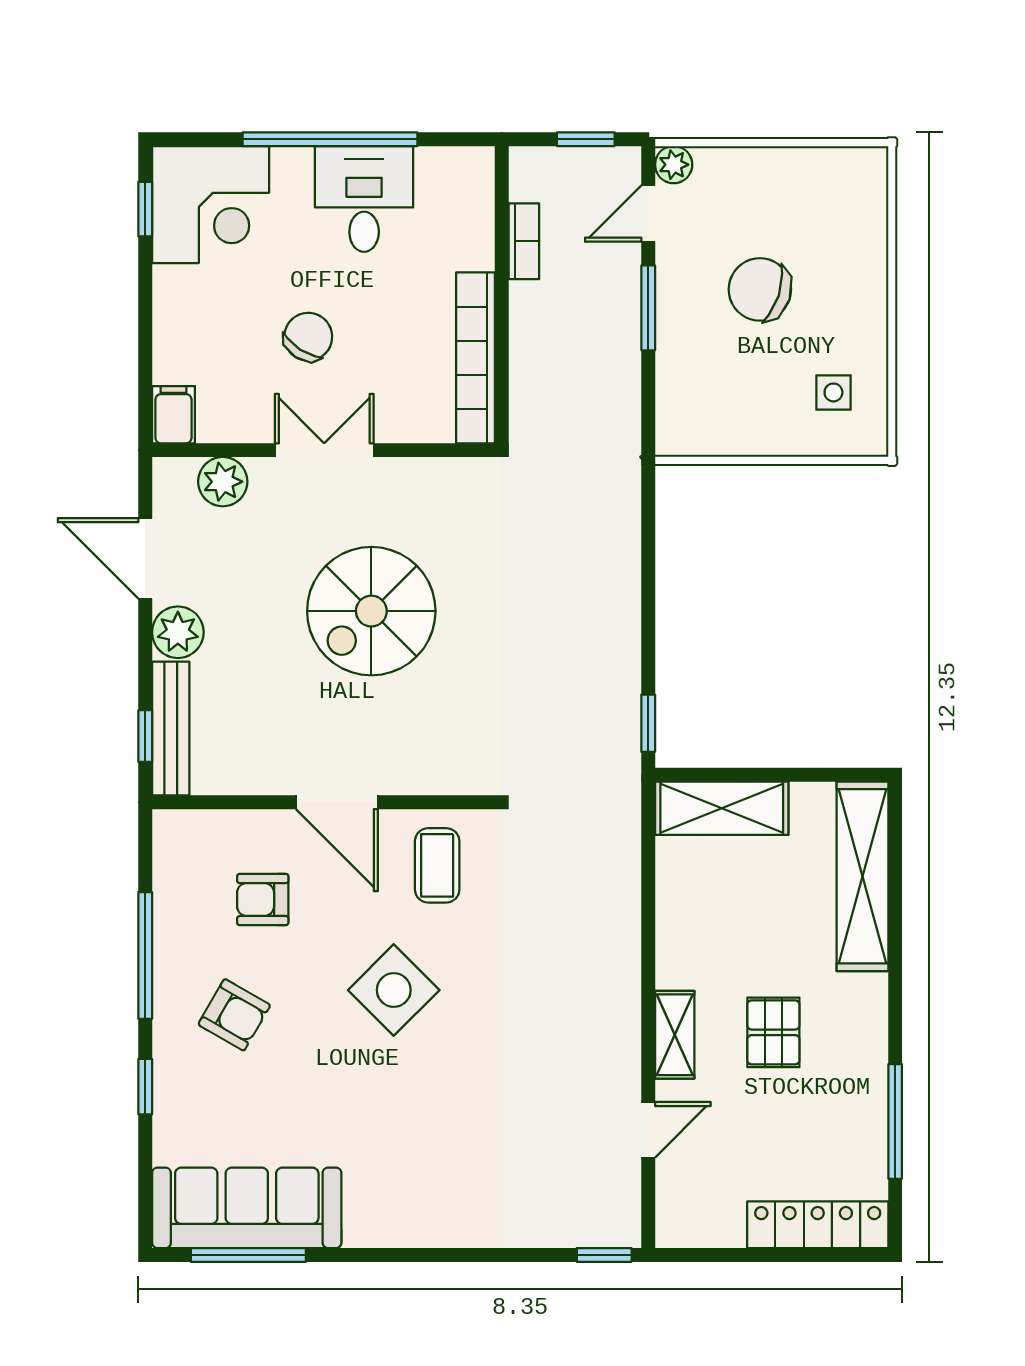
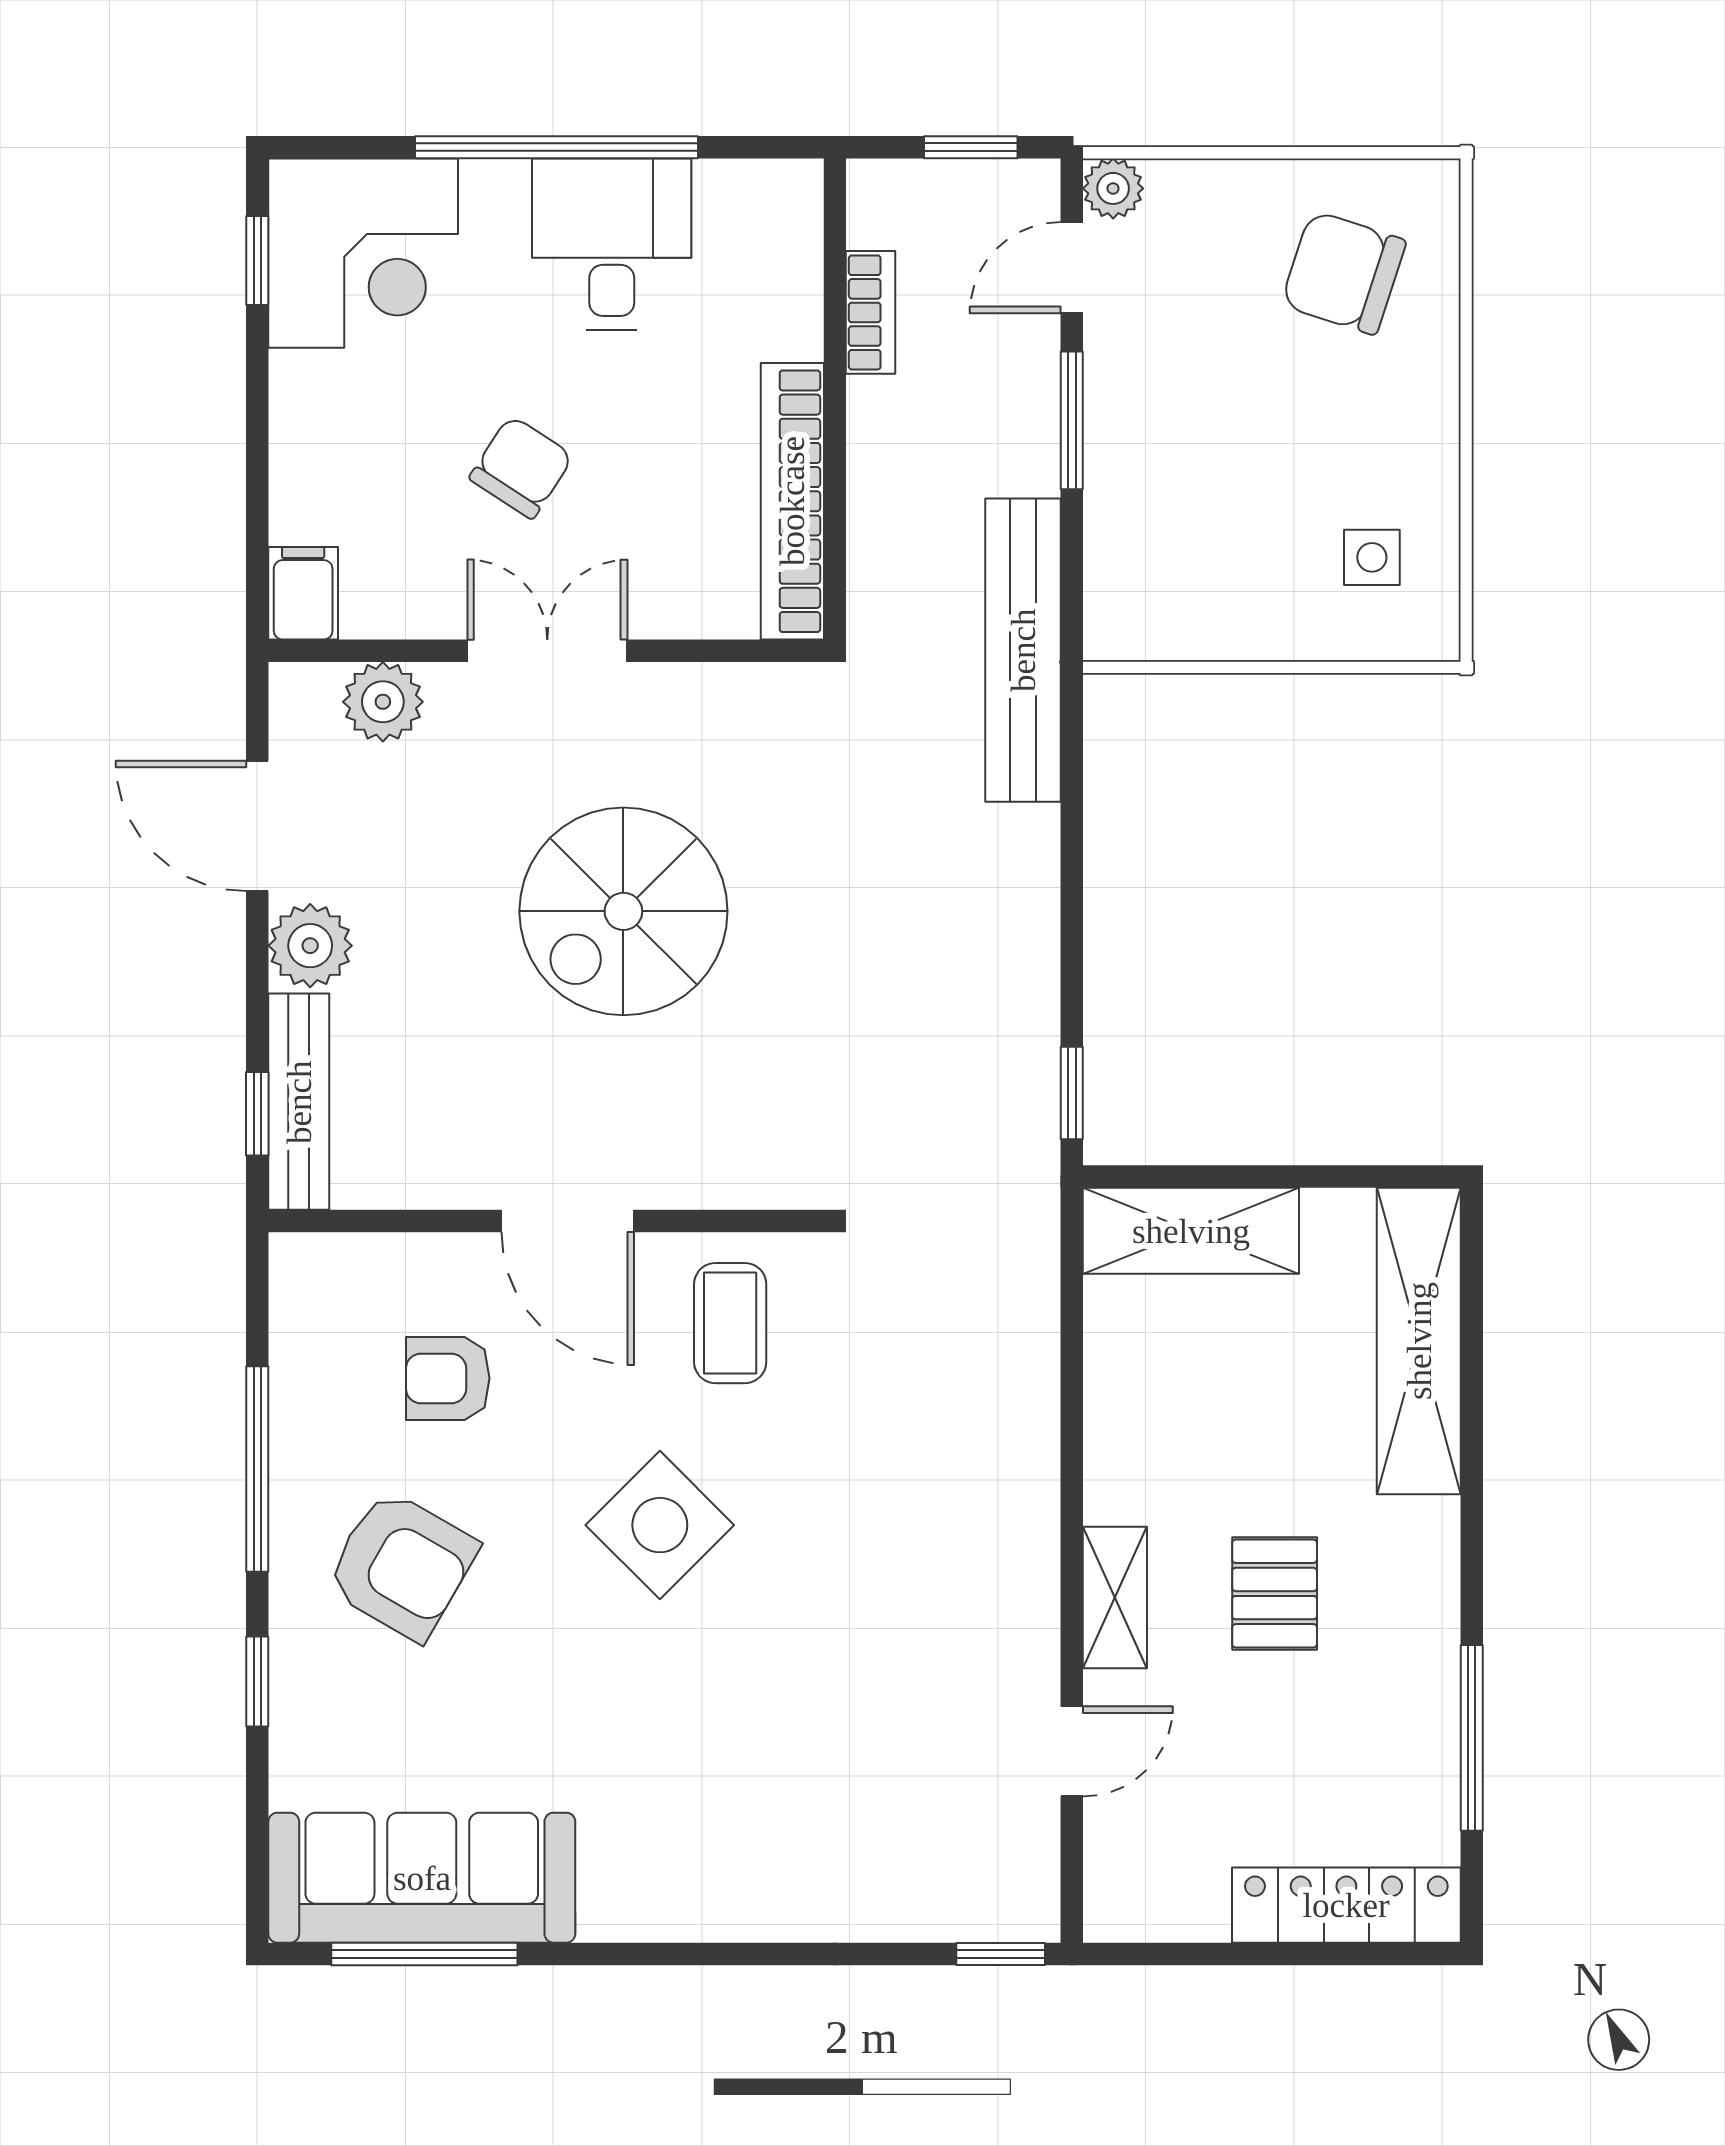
chair: (760, 289) -> (1344, 273), moved
bench: (618, 450) -> (1023, 650), added
armchair: (234, 1015) -> (402, 1565), width x1.38, depth x1.38

